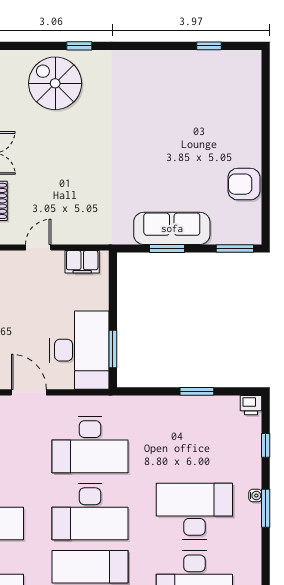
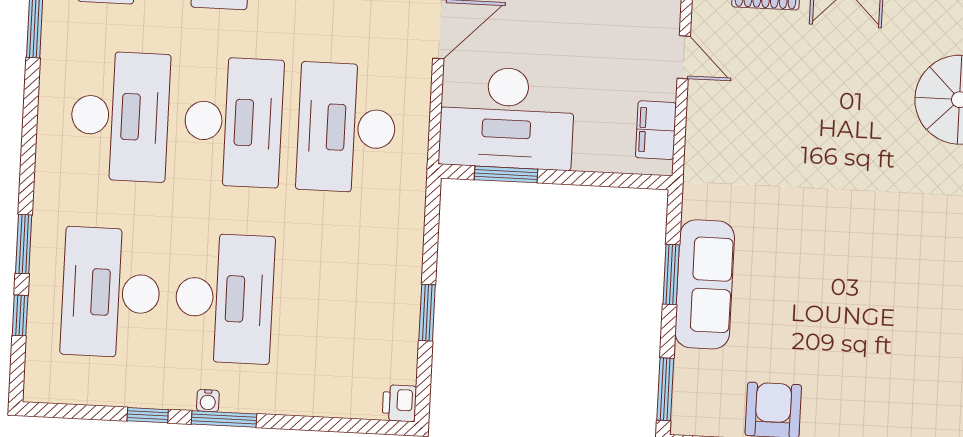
window: (266, 445) -> (148, 415), moved
water cooler: (255, 496) -> (208, 401), moved
desk: (90, 512) -> (233, 122), turned 180

